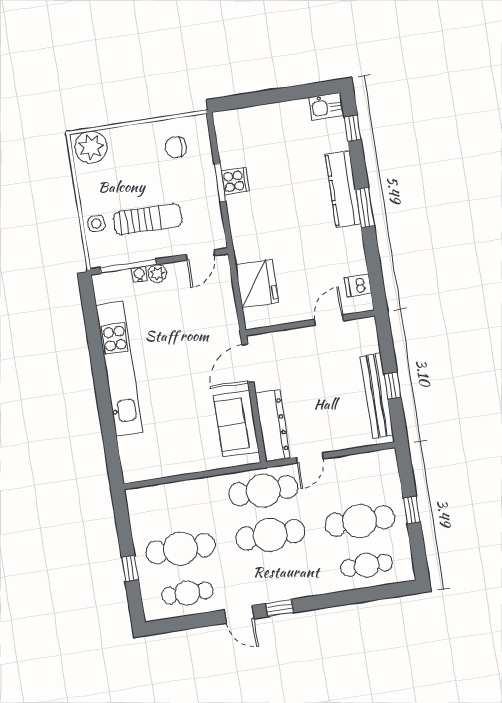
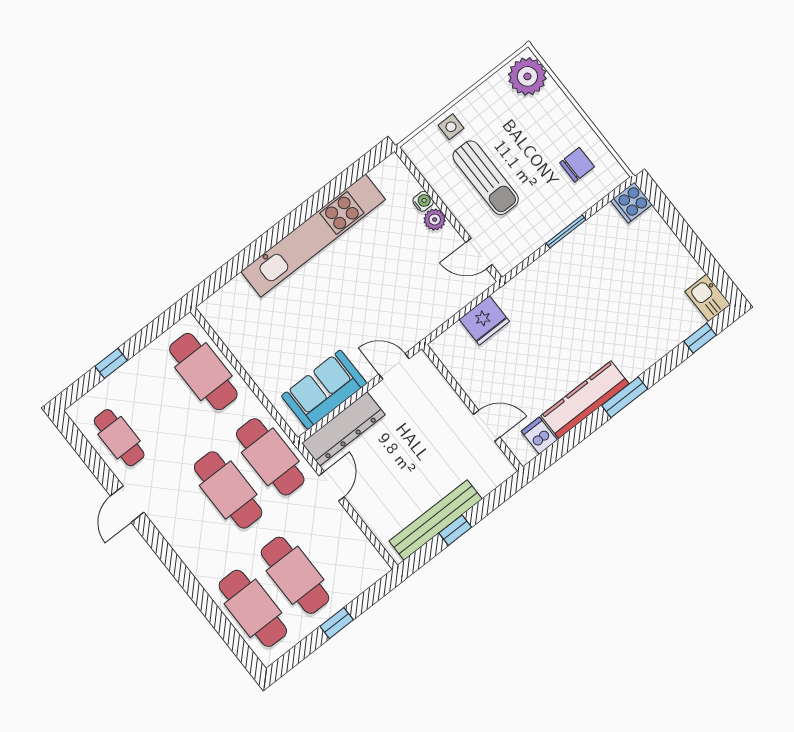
chair: (176, 147) -> (577, 165), turned 90
cooker: (235, 181) -> (631, 203), moved, turned 90
kitchen counter: (343, 189) -> (585, 400), moved
window: (128, 266) -> (425, 185), removed
fridge: (257, 283) -> (484, 320), width x0.73, depth x0.75
door: (248, 363) -> (394, 366), width x0.73
door: (310, 458) -> (331, 486), swing flipped
cafe table: (180, 549) -> (203, 372), moved
cafe table: (367, 565) -> (253, 608), width x1.37, depth x1.35
window: (280, 608) -> (158, 543), removed

